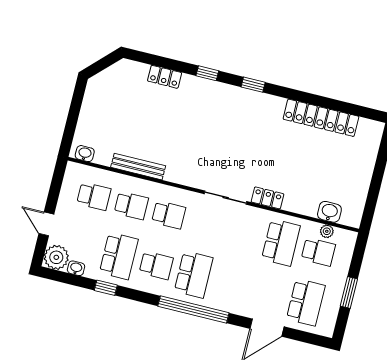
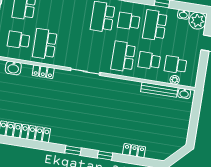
bench: (138, 167) -> (159, 90), moved
locker: (267, 198) -> (43, 72), moved
school desk: (169, 215) -> (123, 56), width x1.85
plant: (327, 231) -> (175, 80), moved

